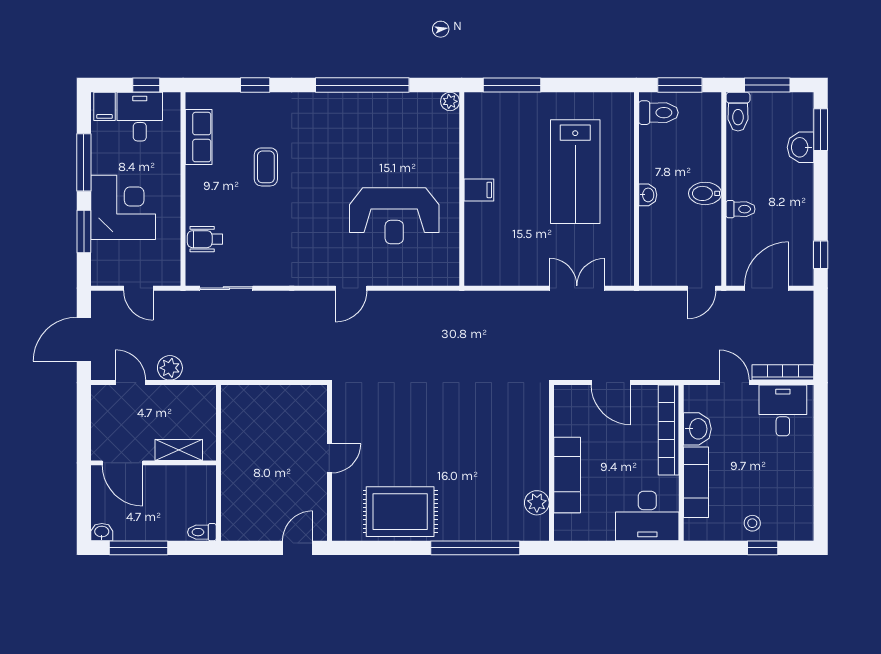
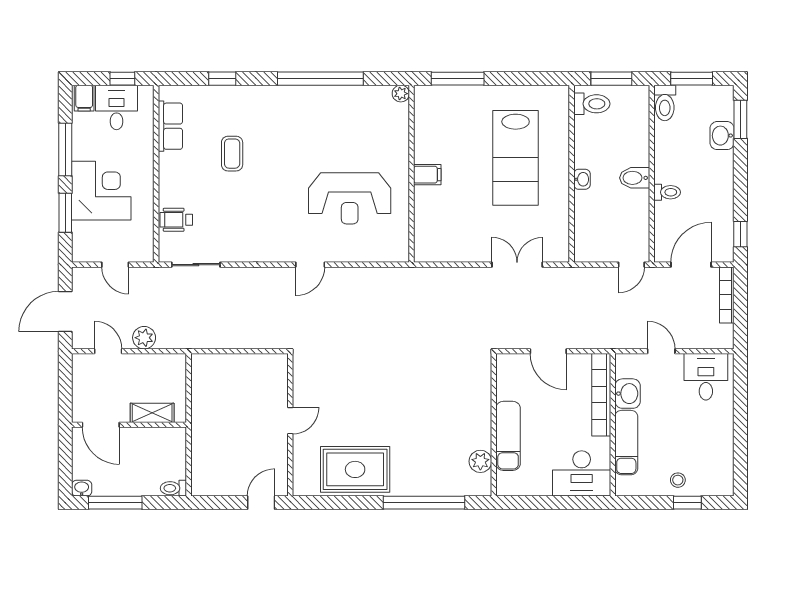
bookcase: (783, 372) -> (727, 295), moved, turned -90

